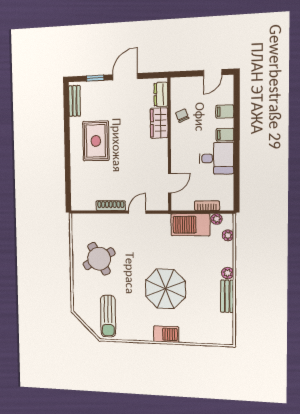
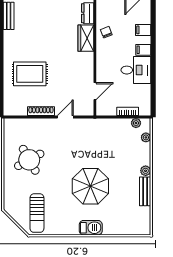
rug: (96, 141) -> (30, 74), moved, turned 90
barbecue: (190, 225) -> (113, 128), removed

